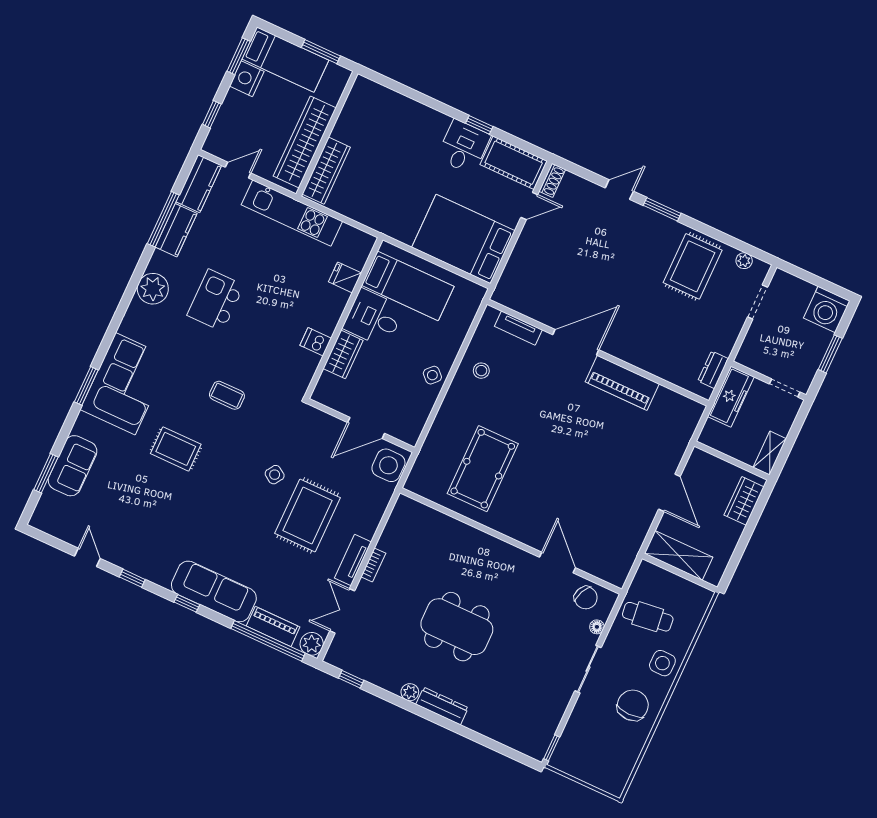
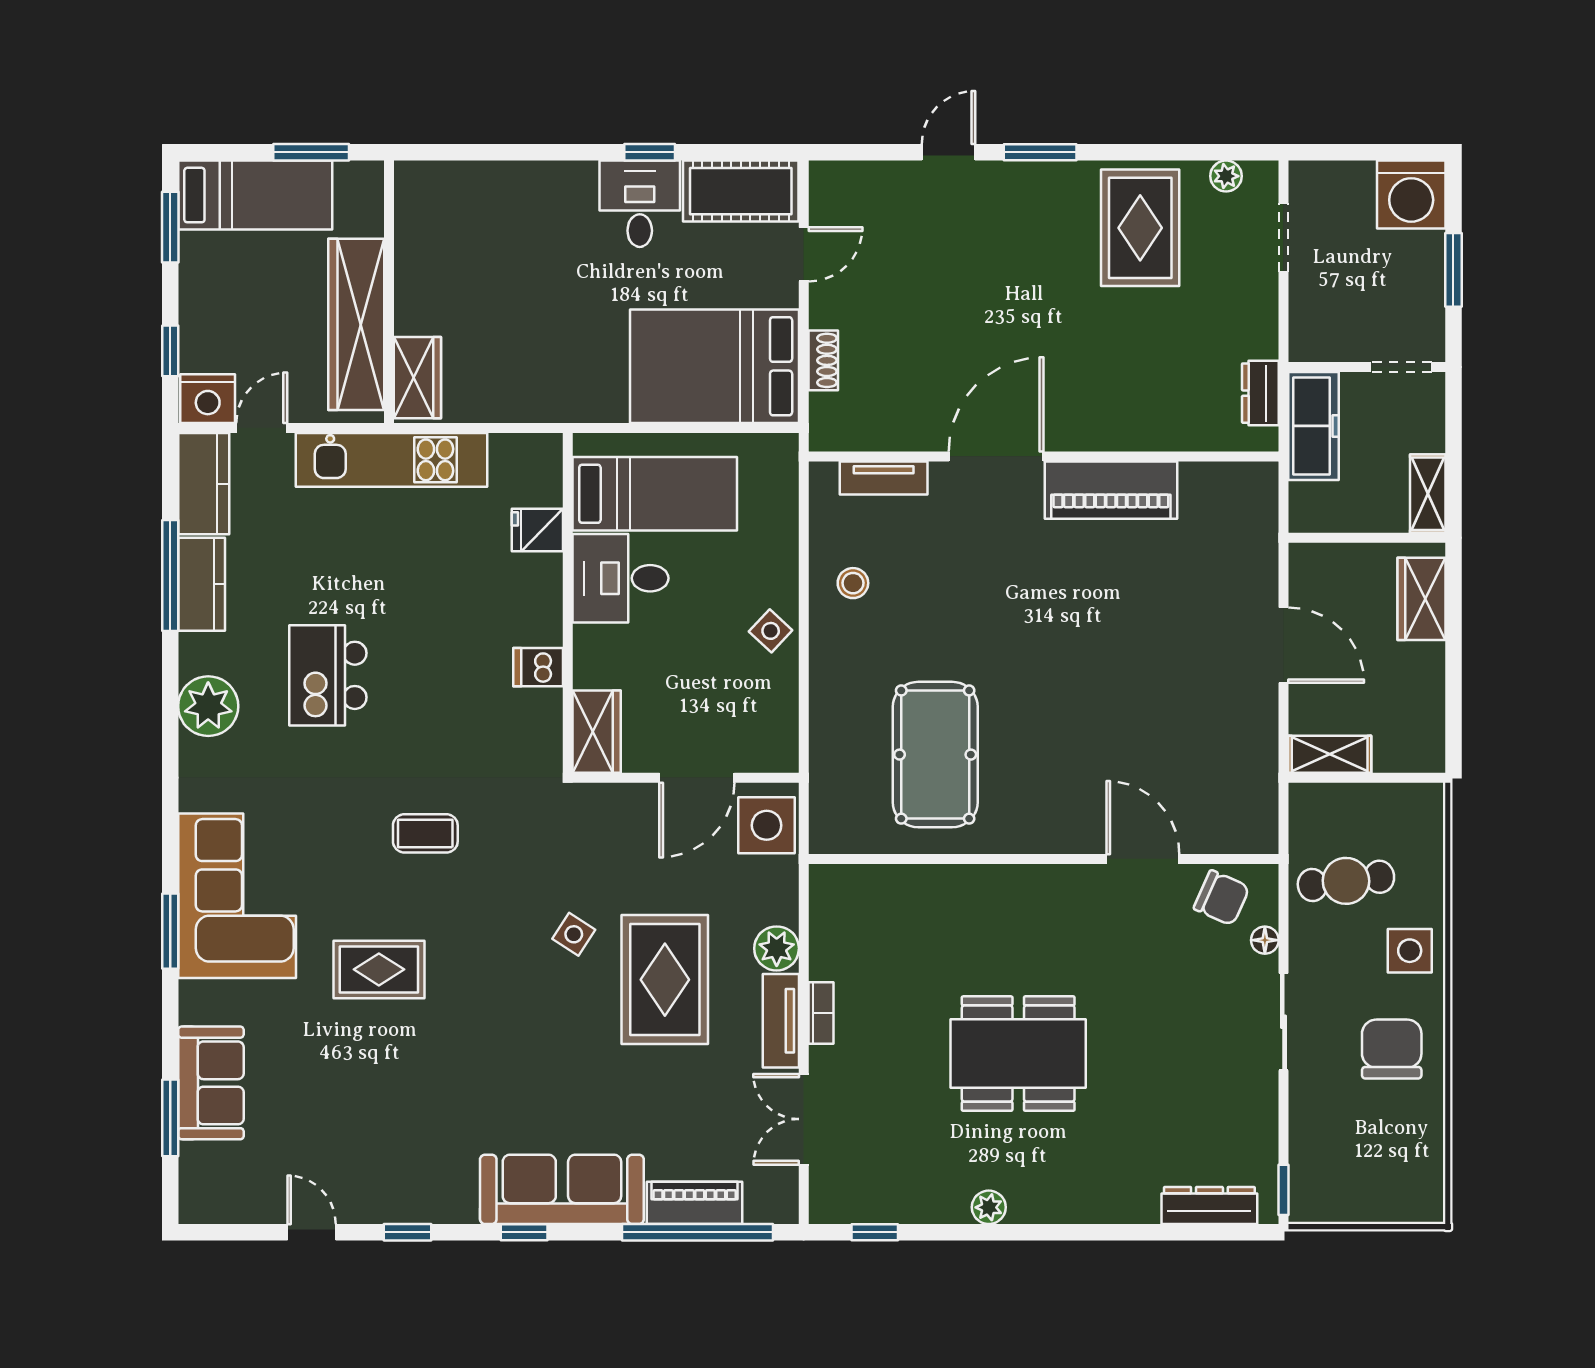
nightstand: (247, 79) -> (208, 399), moved, turned -90
wardrobe: (326, 171) -> (417, 378), width x0.67
shoe rack: (552, 180) -> (823, 360), moved
wardrobe: (343, 354) -> (597, 732), moved
shelving: (679, 555) -> (1330, 754), width x0.67, depth x0.75
plant: (312, 644) -> (777, 948), moved
dresser: (442, 706) -> (1209, 1205), moved

